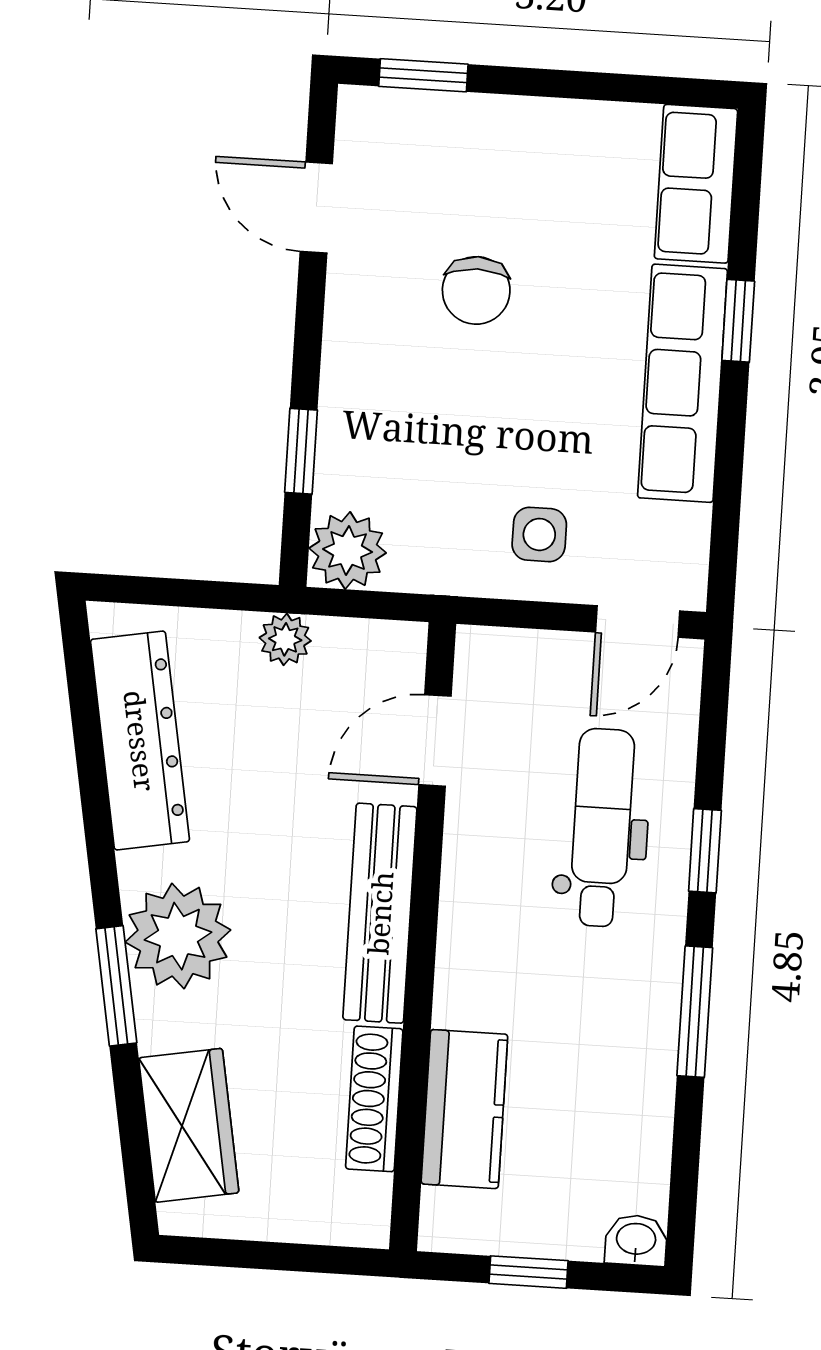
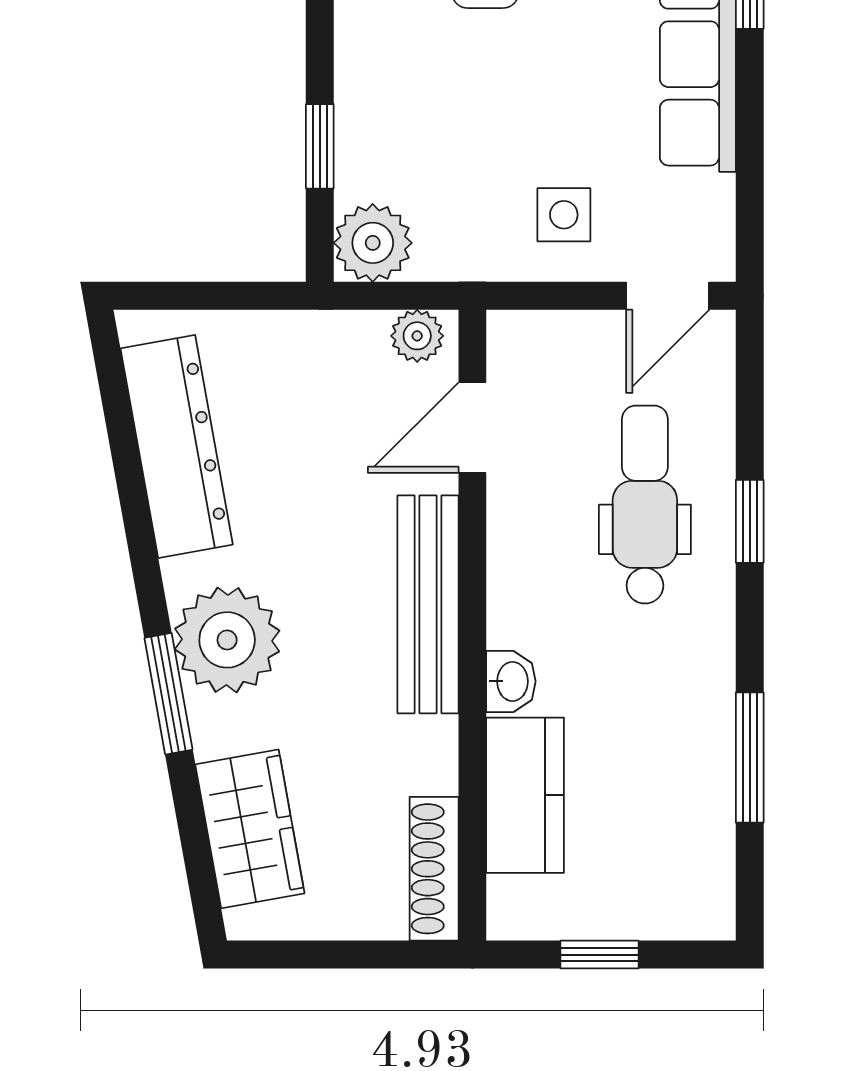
plant: (285, 639) -> (417, 336), moved
window: (695, 1012) -> (750, 757), moved
shoe rack: (374, 1099) -> (434, 869), moved
washbasin: (636, 1240) -> (511, 681), moved, turned 90

